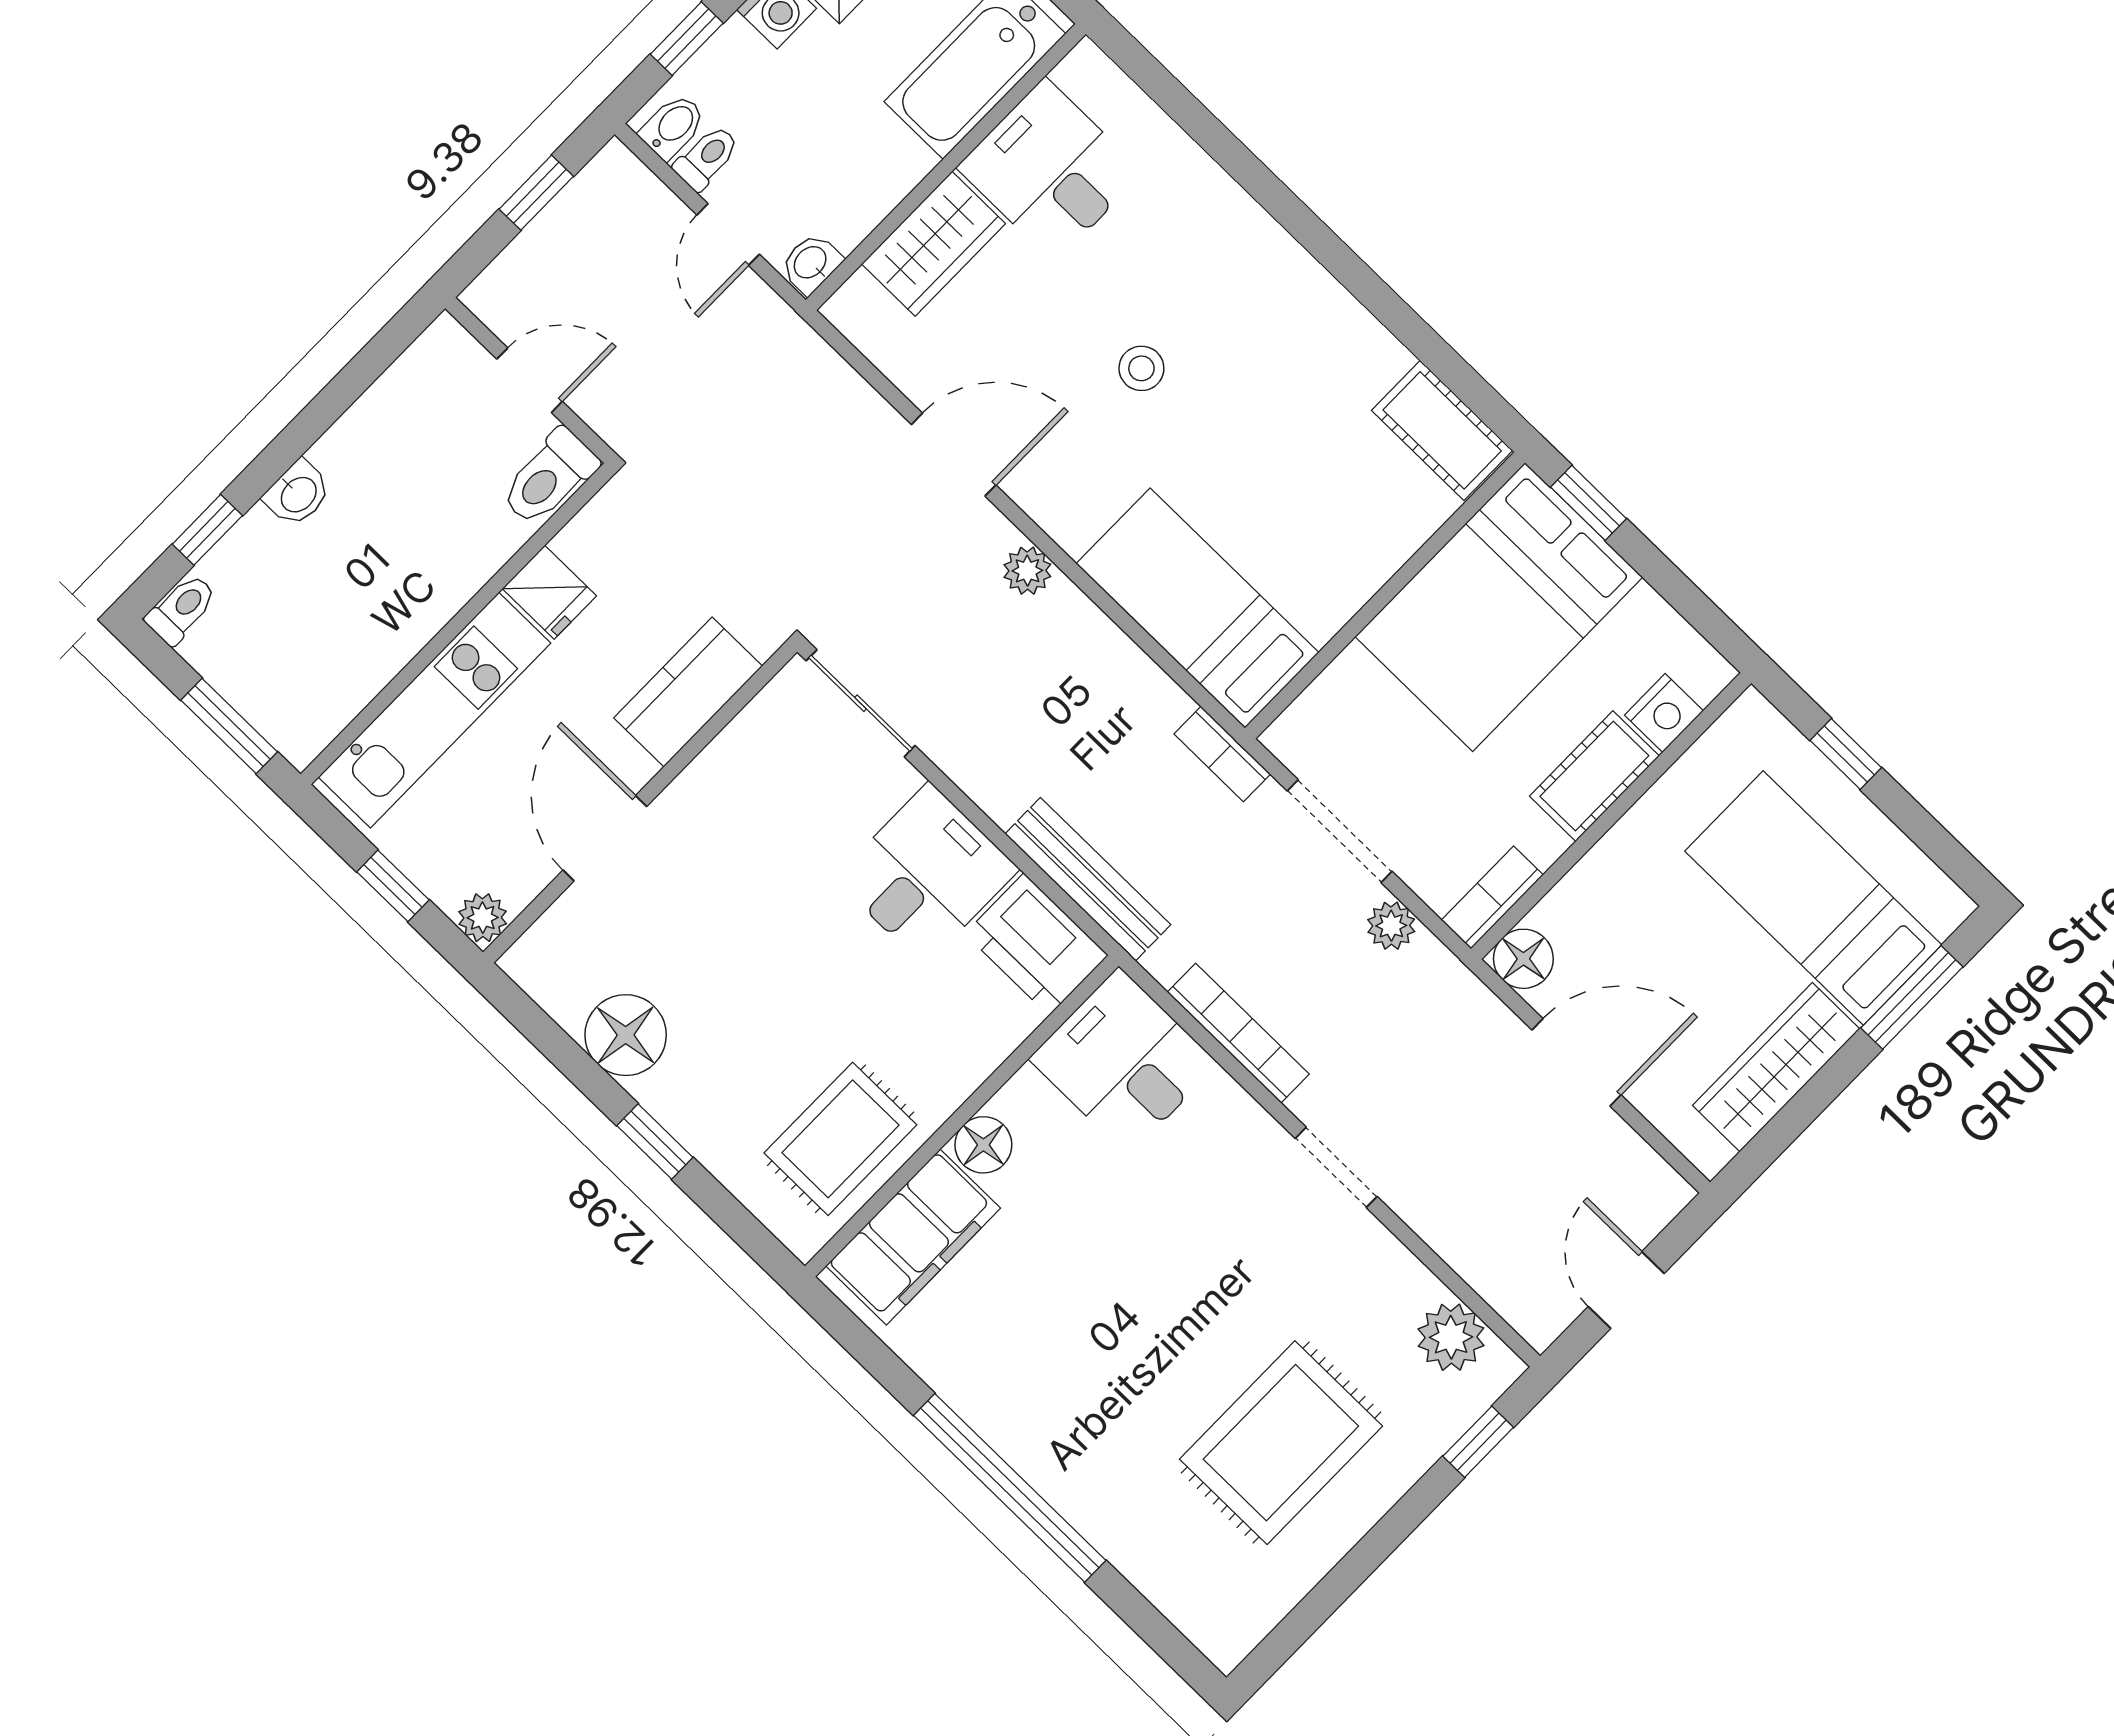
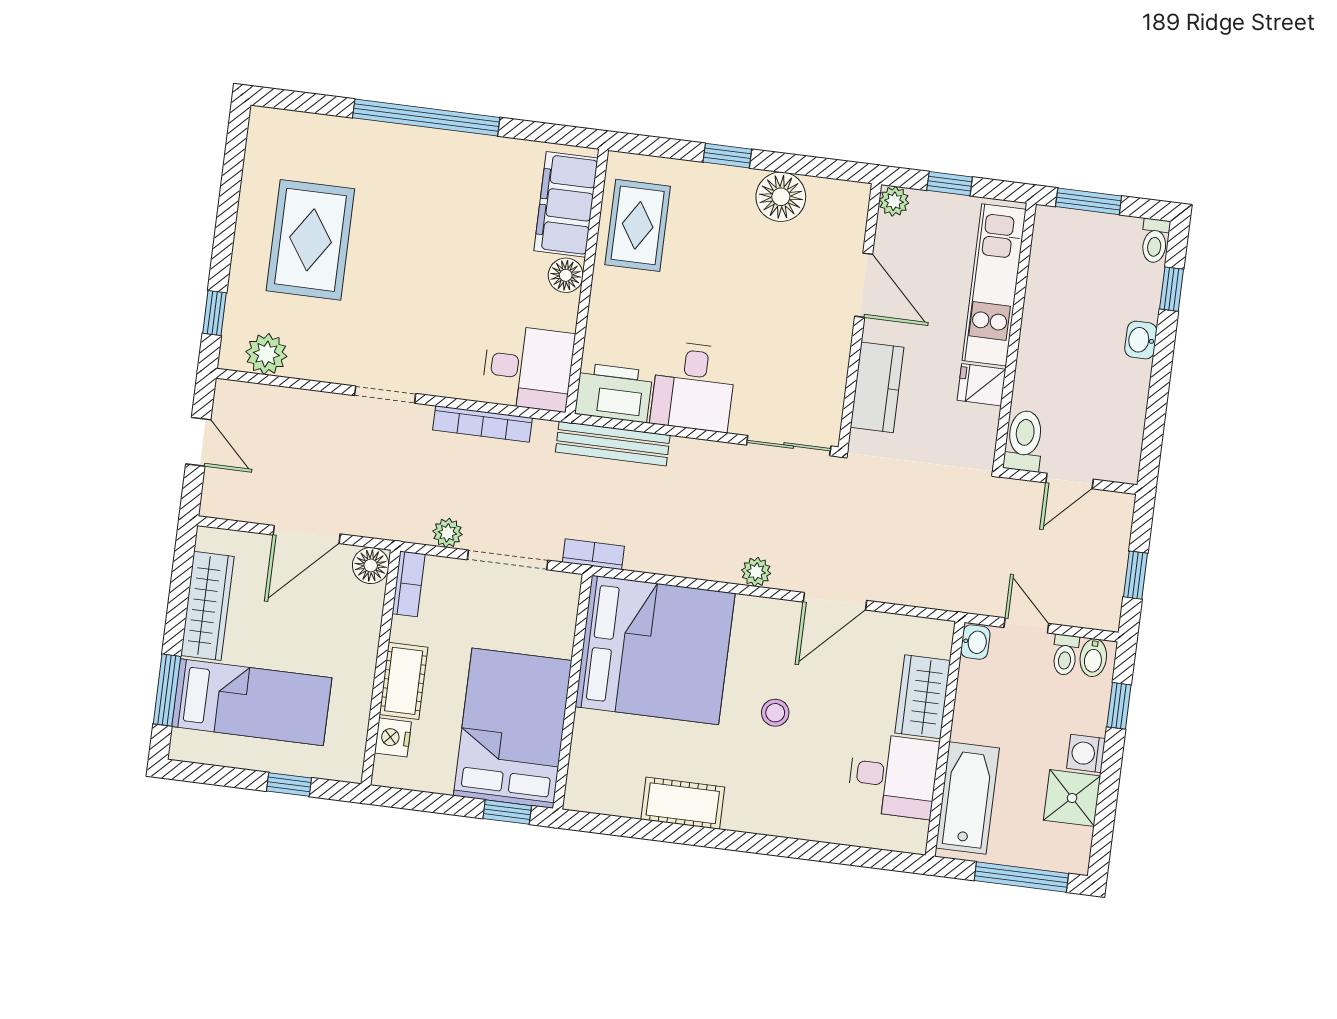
cot: (1442, 430) -> (683, 803), moved
bed: (1197, 608) -> (655, 650), width x2.04

